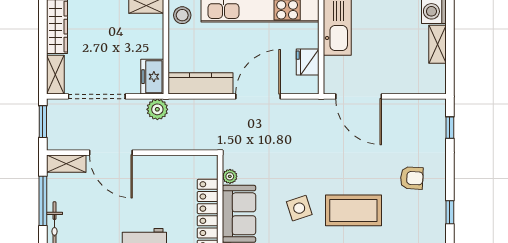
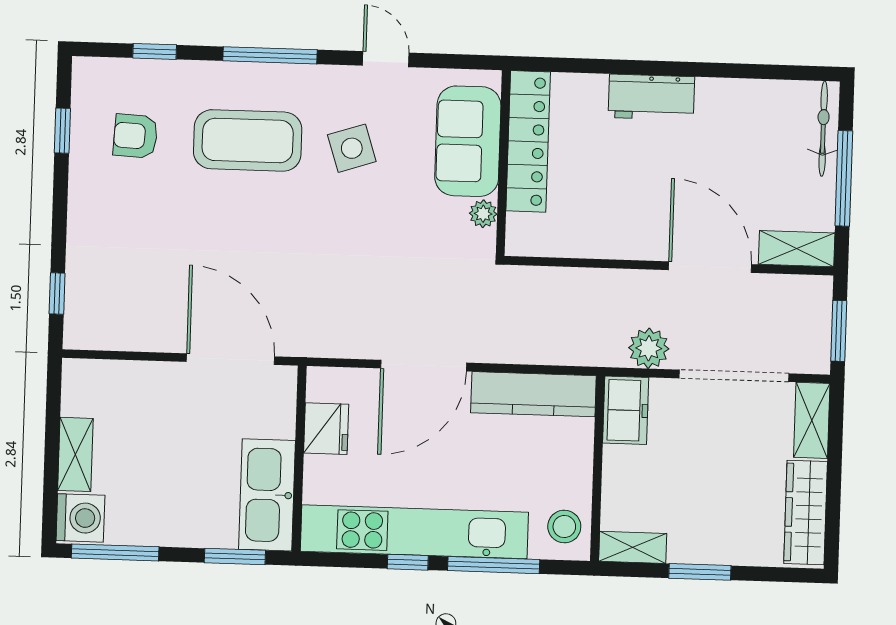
plant: (157, 109) -> (649, 348), moved
armchair: (412, 178) -> (135, 136), moved

